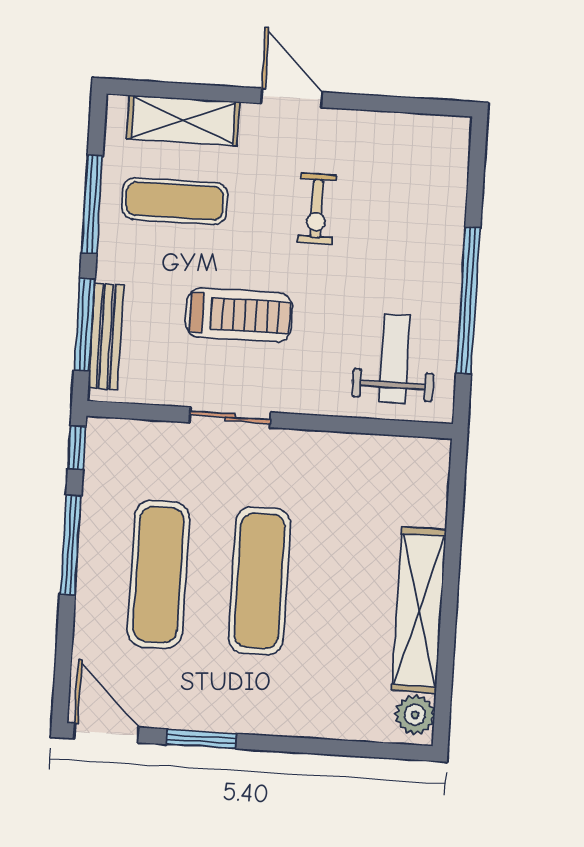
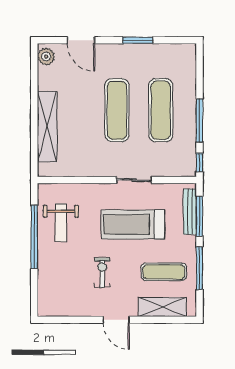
treadmill: (239, 315) -> (133, 224), width x1.37, depth x1.38
weight bench: (394, 359) -> (61, 223), moved
shelving: (419, 610) -> (47, 127), moved
door: (106, 733) -> (81, 40), moved

